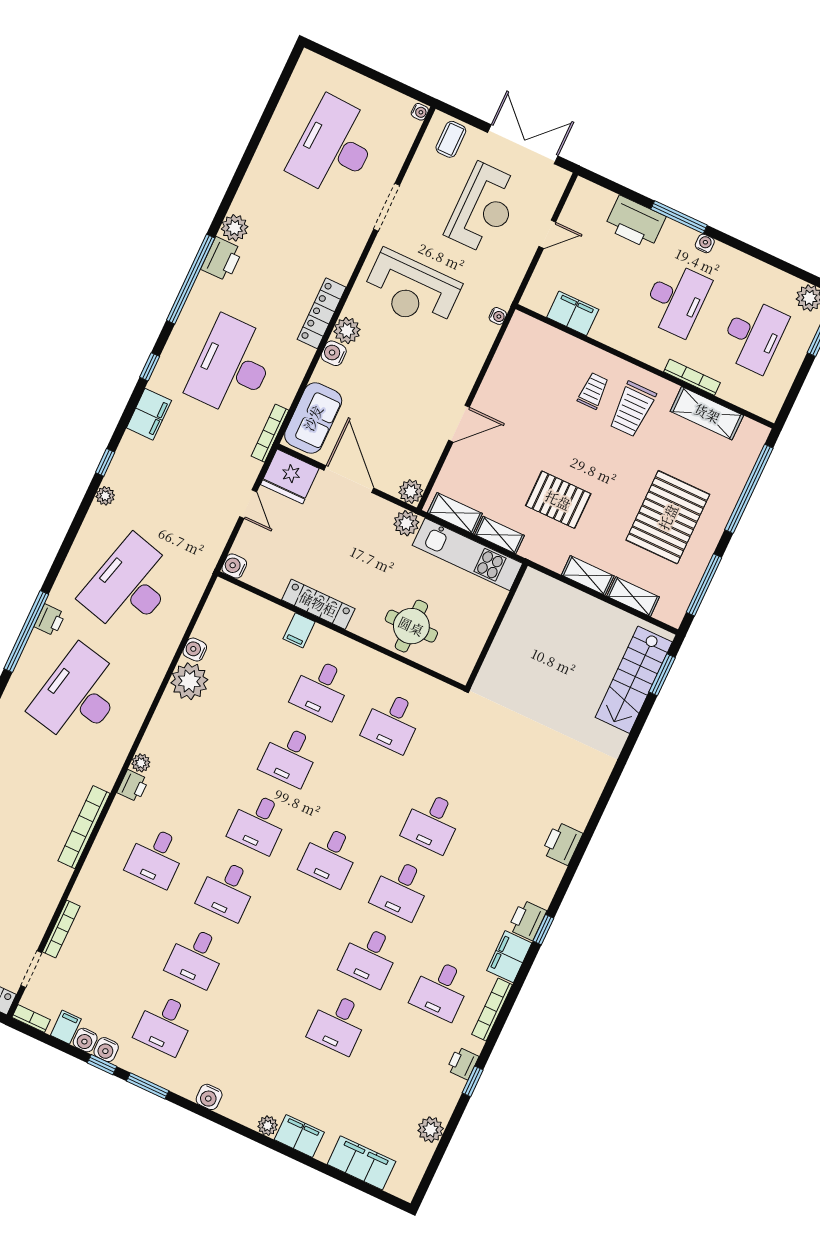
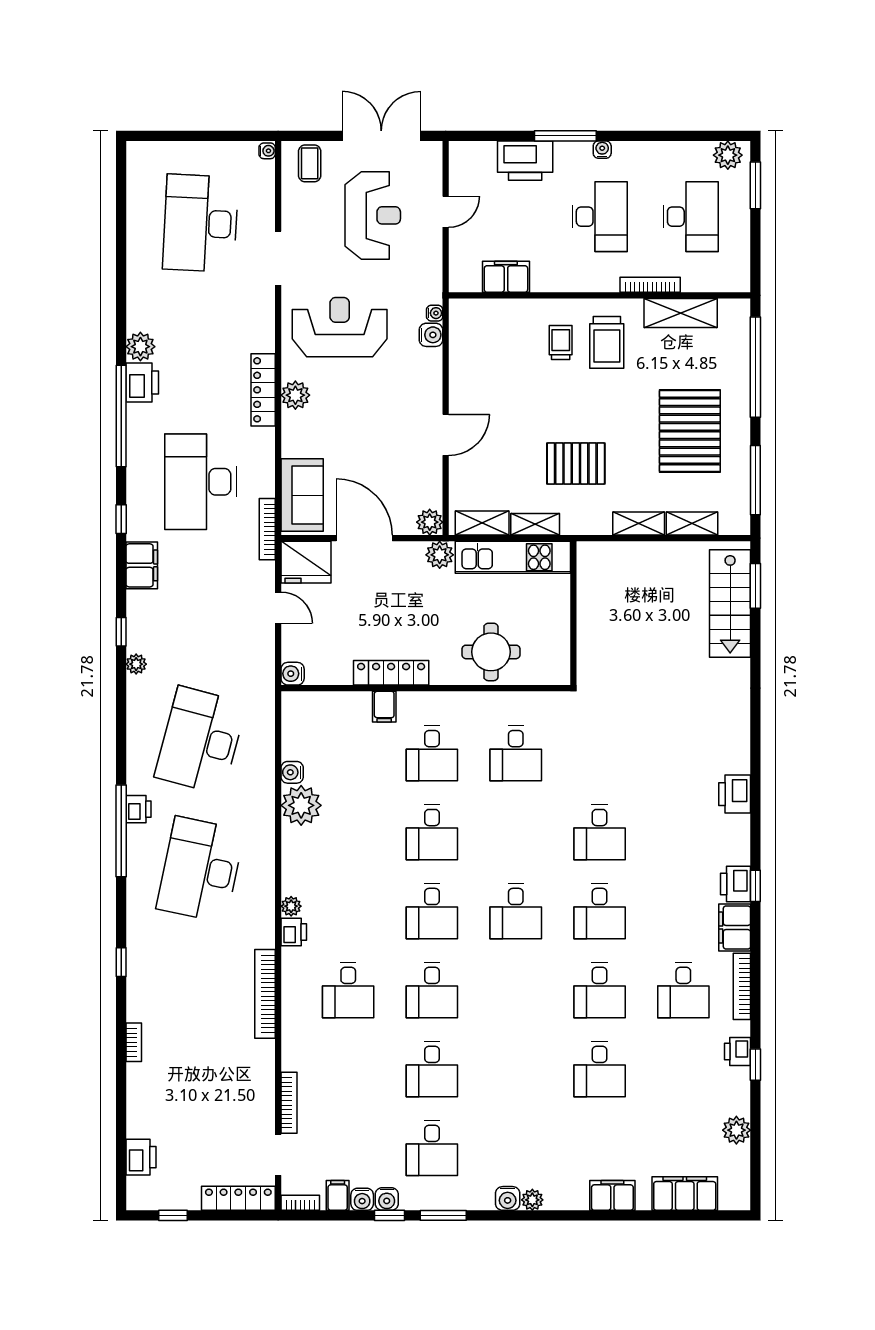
reception desk: (411, 290) -> (340, 327), turned 180
water cooler: (334, 353) -> (431, 335), moved, turned 180
plant: (268, 1126) -> (532, 1200), moved

